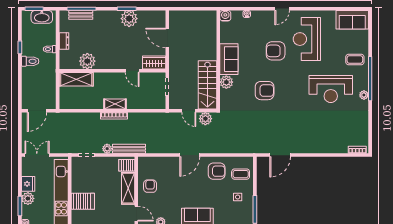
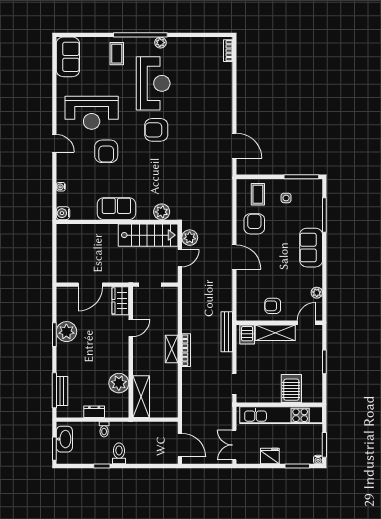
plant: (226, 82) -> (162, 212), moved
armchair: (265, 91) -> (156, 130), moved, turned -90
plant: (107, 149) -> (227, 359), removed
plant: (28, 198) -> (288, 456), removed

